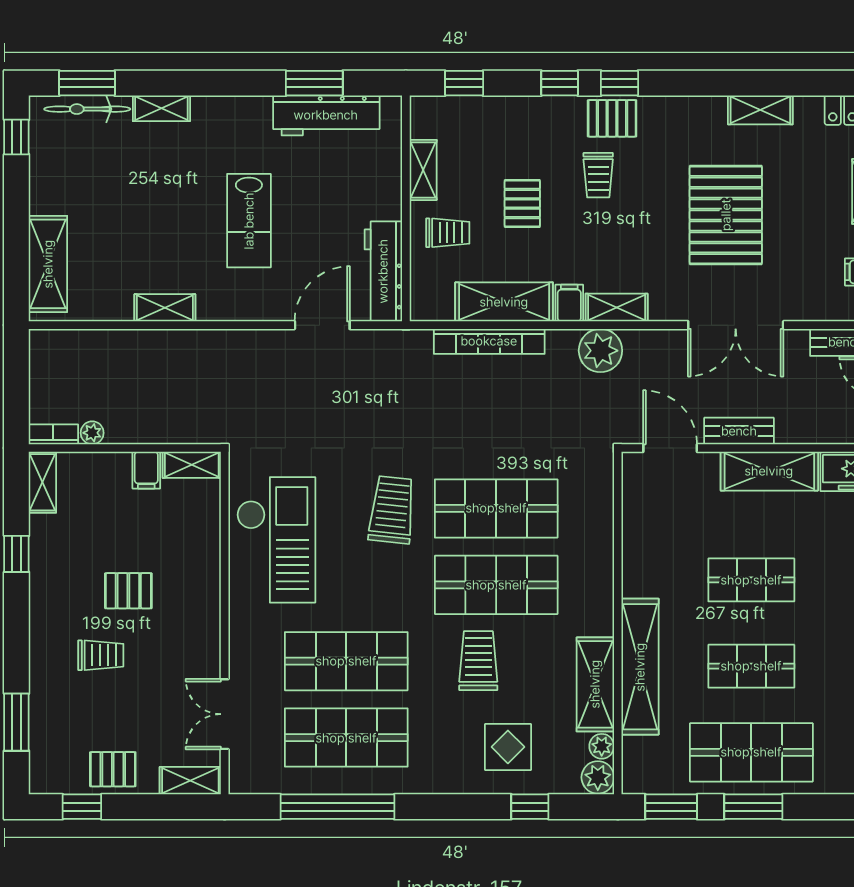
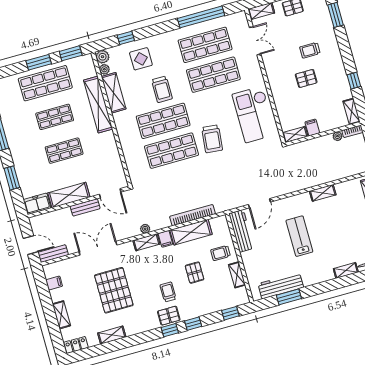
plant: (600, 351) -> (145, 229), width x0.53, depth x0.53

